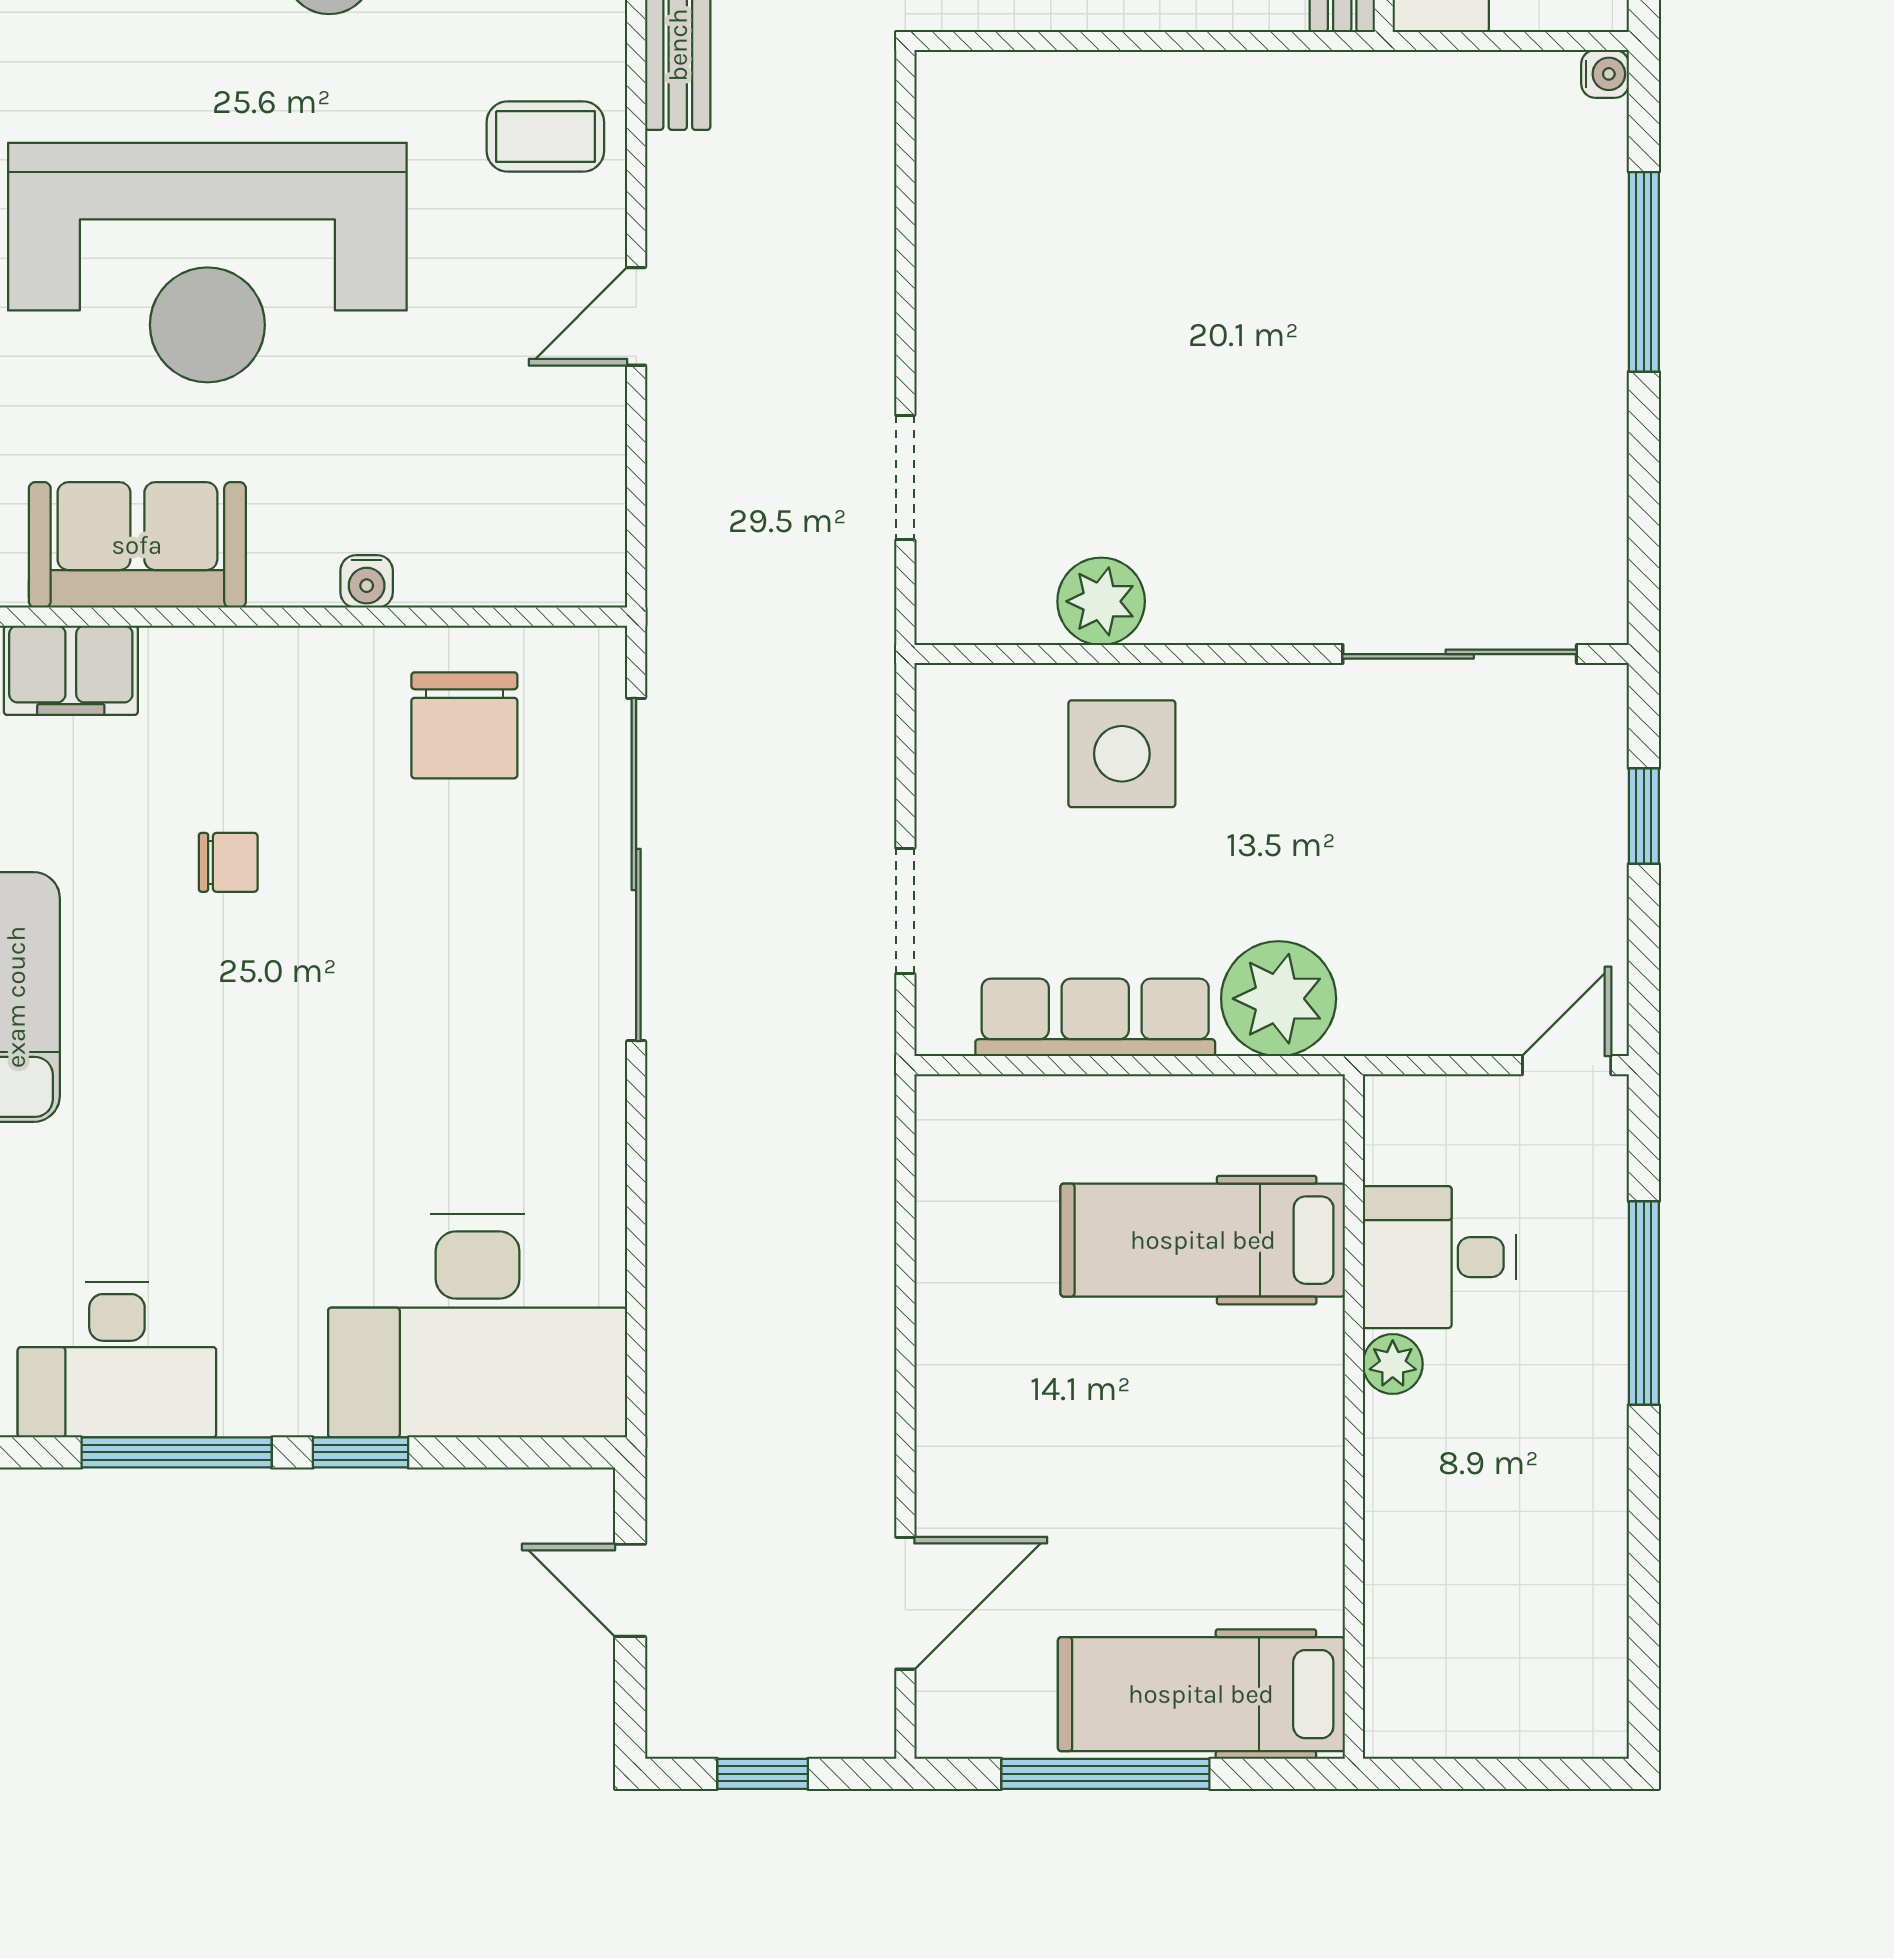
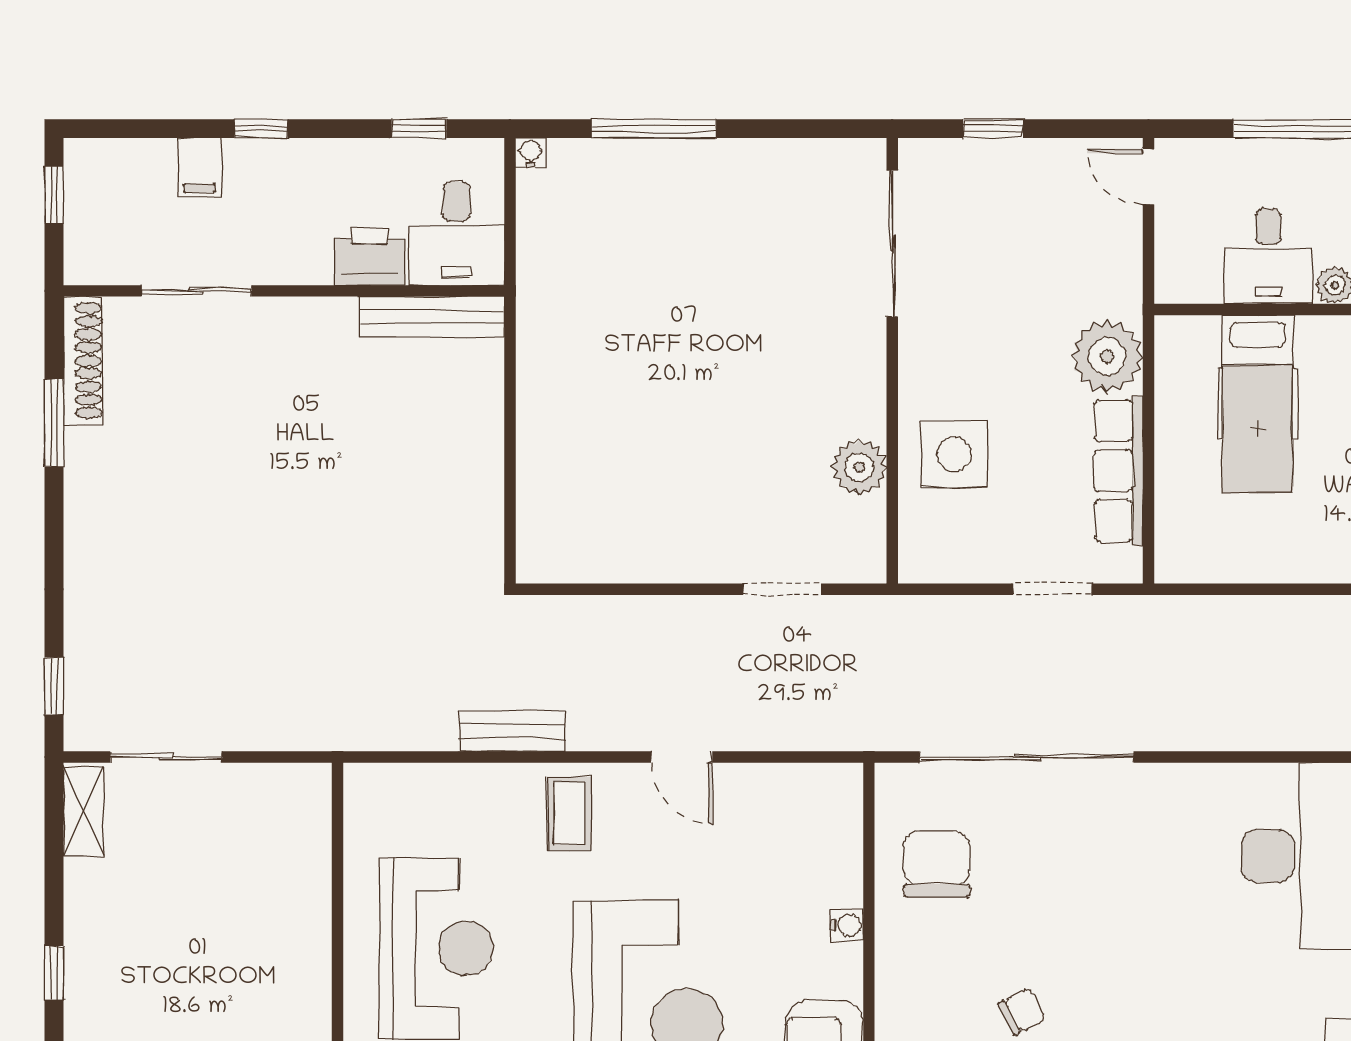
chair: (464, 725) -> (937, 864), turned -90
chair: (228, 862) -> (1022, 1011), turned 63

